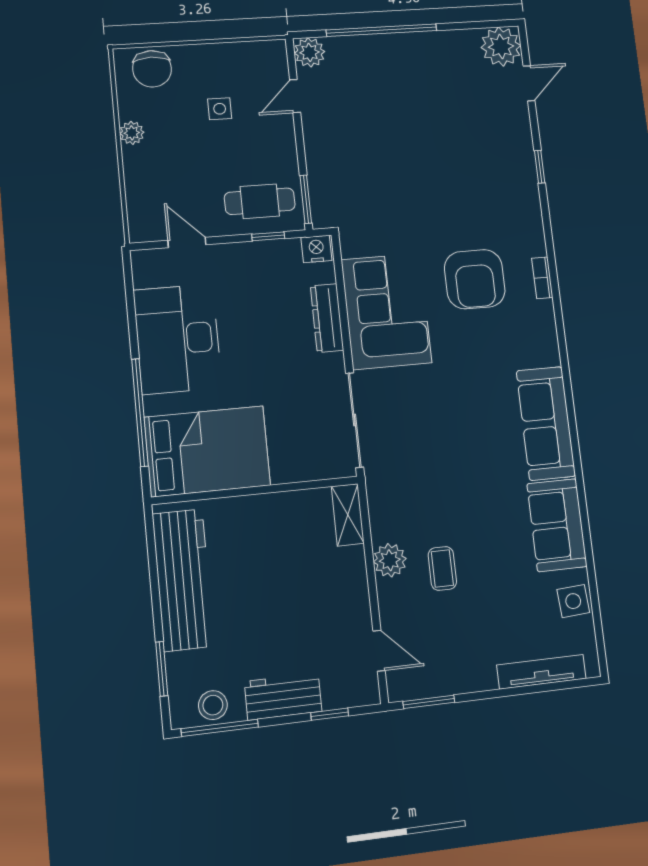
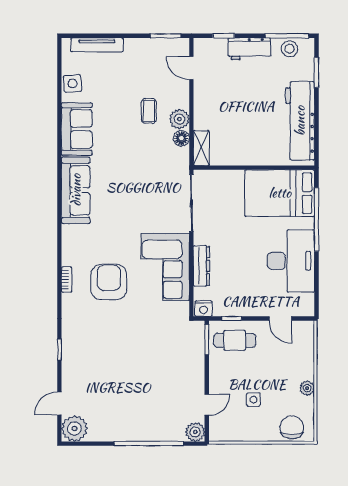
floor lamp: (383, 528) -> (181, 138), added

